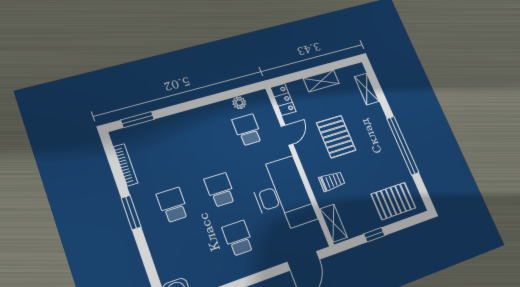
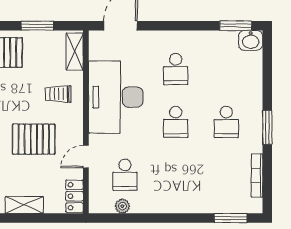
pallet: (336, 137) -> (34, 139), turned 90
window: (374, 235) -> (37, 26), width x1.50

